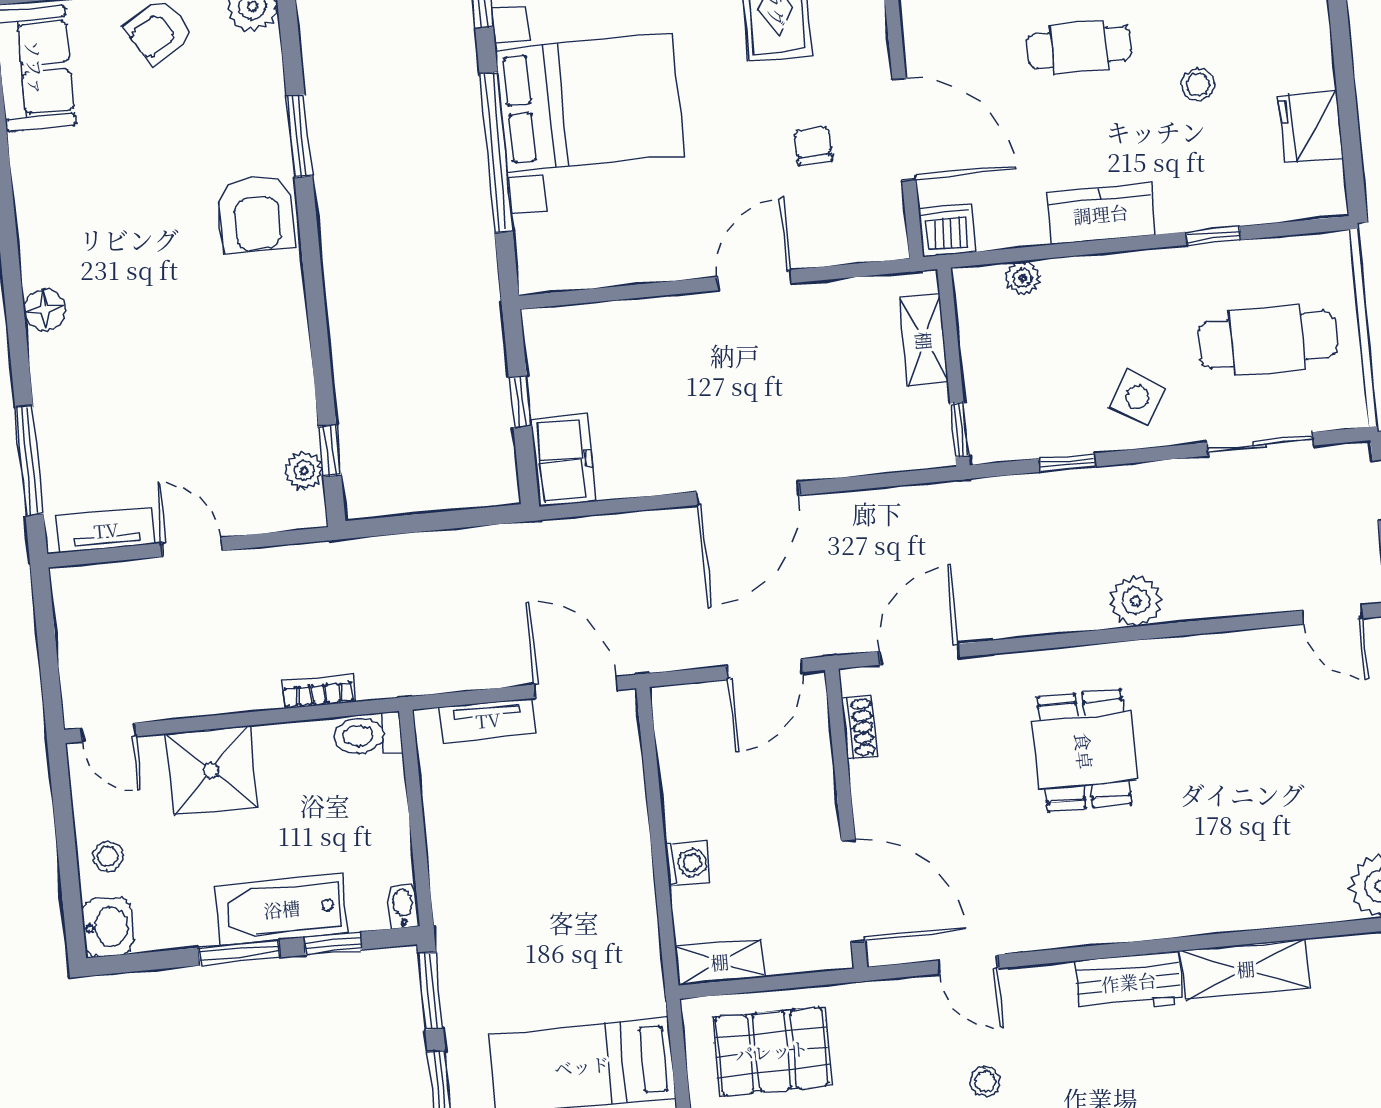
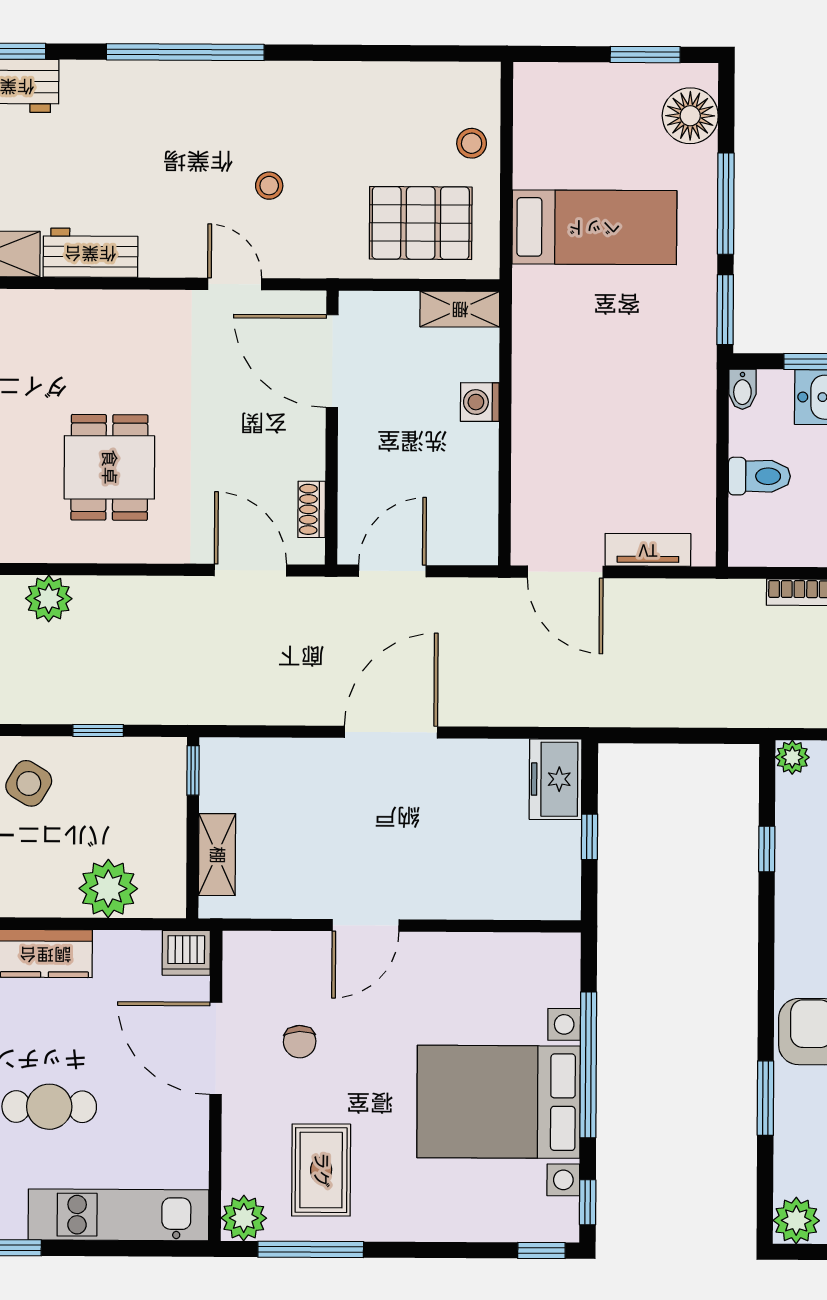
plant: (1022, 278) -> (108, 889), width x1.88, depth x1.88
window: (330, 451) -> (767, 849), moved
plant: (304, 471) -> (792, 757), moved
door: (919, 654) -> (250, 570), swing flipped
toilet: (367, 735) -> (759, 476), moved
stool: (985, 1081) -> (269, 186), moved

